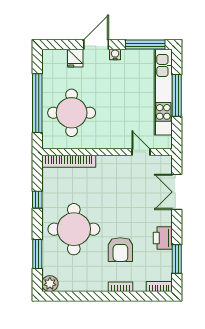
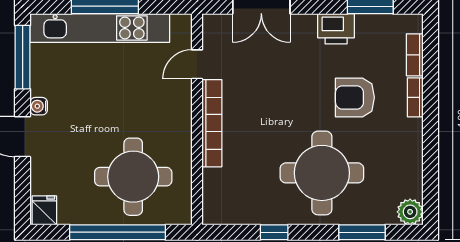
fridge: (75, 58) -> (44, 210), moved, turned -90
bookcase: (69, 161) -> (212, 123), moved
armchair: (120, 250) -> (355, 97), turned 180
bookcase: (159, 286) -> (415, 55), moved

